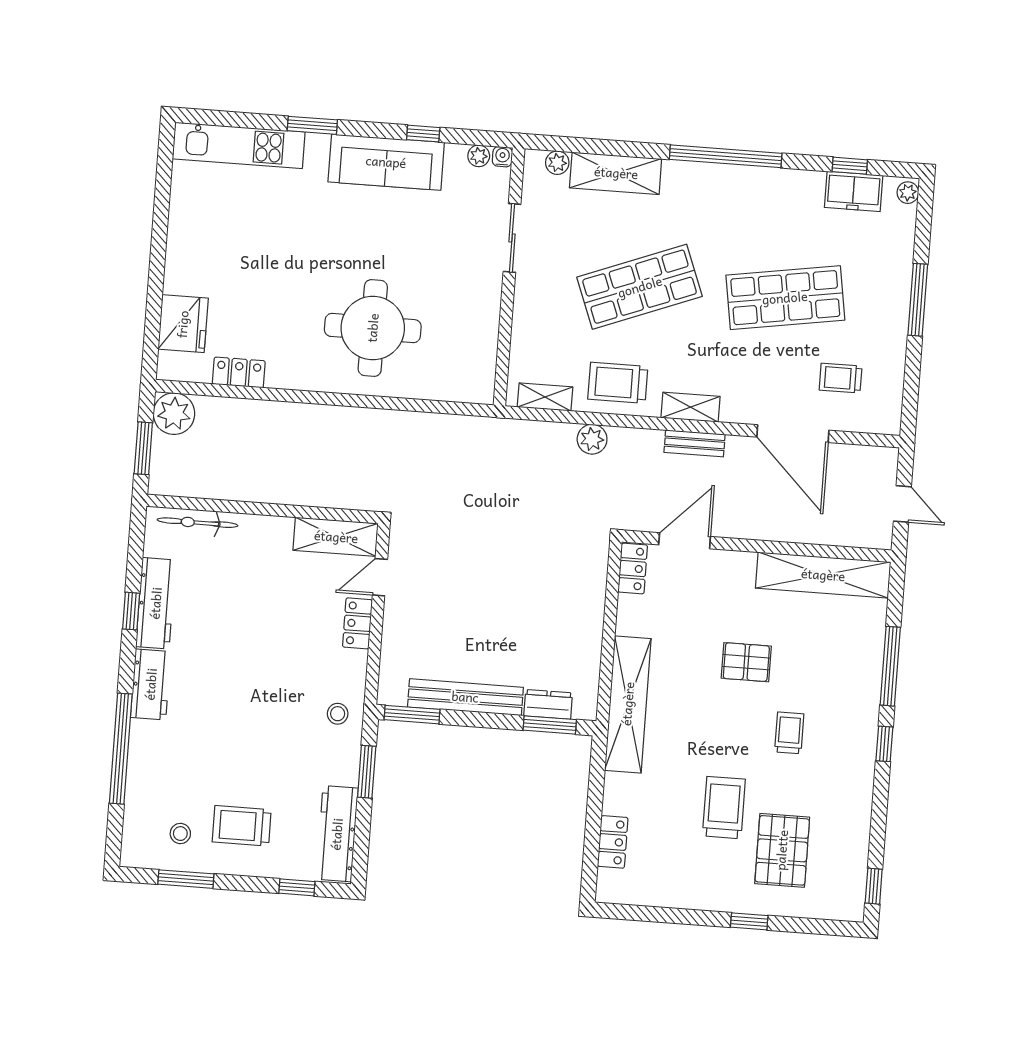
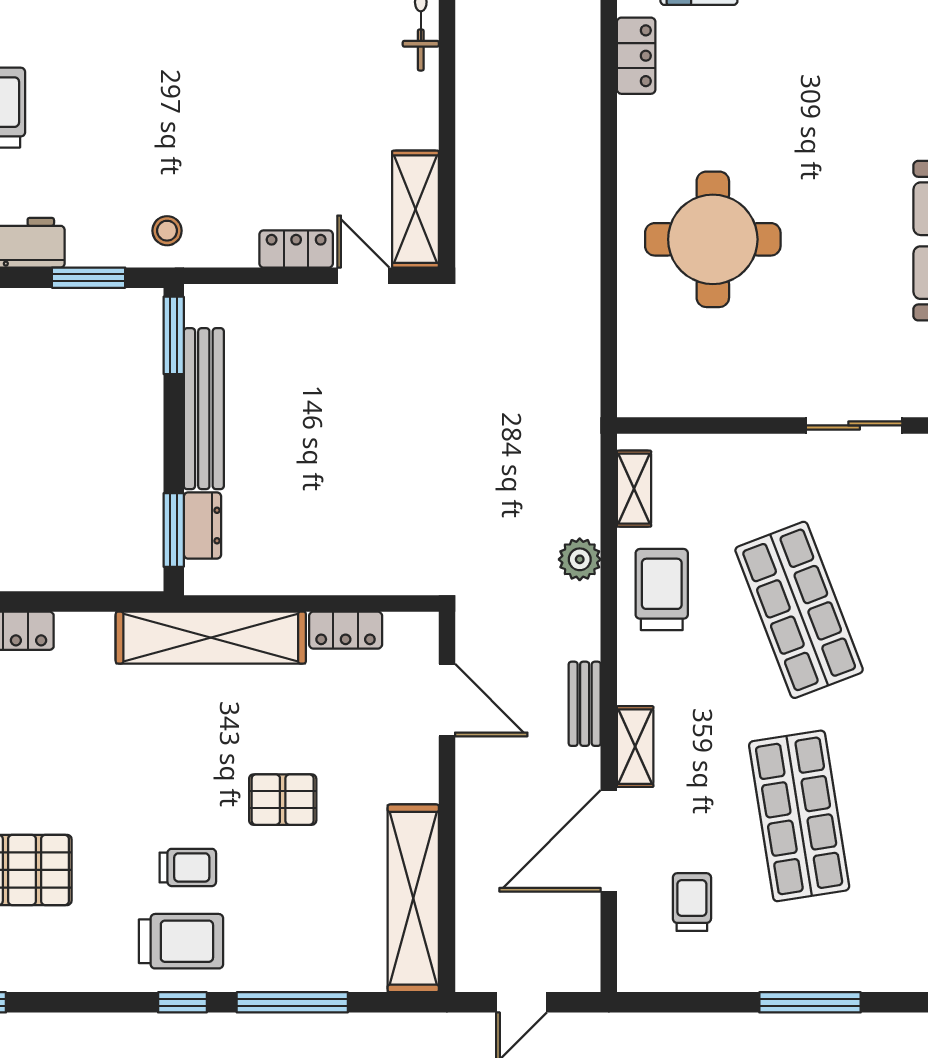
shelving: (690, 407) -> (635, 747), moved
locker: (633, 569) -> (346, 630), moved
pallet: (746, 662) -> (283, 800), turned 90
trolley: (724, 808) -> (181, 941), moved

